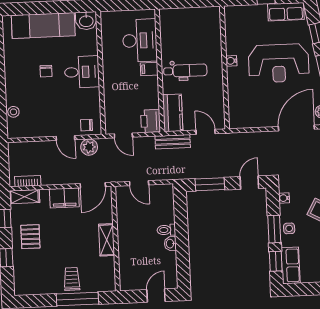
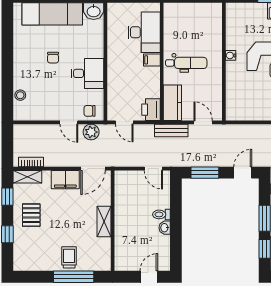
desk: (82, 72) -> (87, 73), moved
door: (139, 183) -> (153, 169), moved

